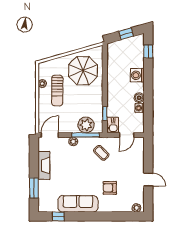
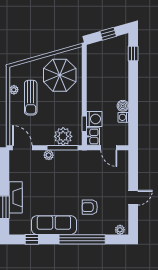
washing machine: (137, 75) -> (94, 119), moved, turned 180
door: (50, 135) -> (22, 148), hinge flipped
door: (127, 135) -> (109, 148), hinge flipped
coffee table: (101, 153) -> (80, 168), removed
fireplace: (44, 165) -> (16, 197), moved
door: (148, 179) -> (133, 198), hinge flipped
window: (103, 216) -> (82, 239), added

